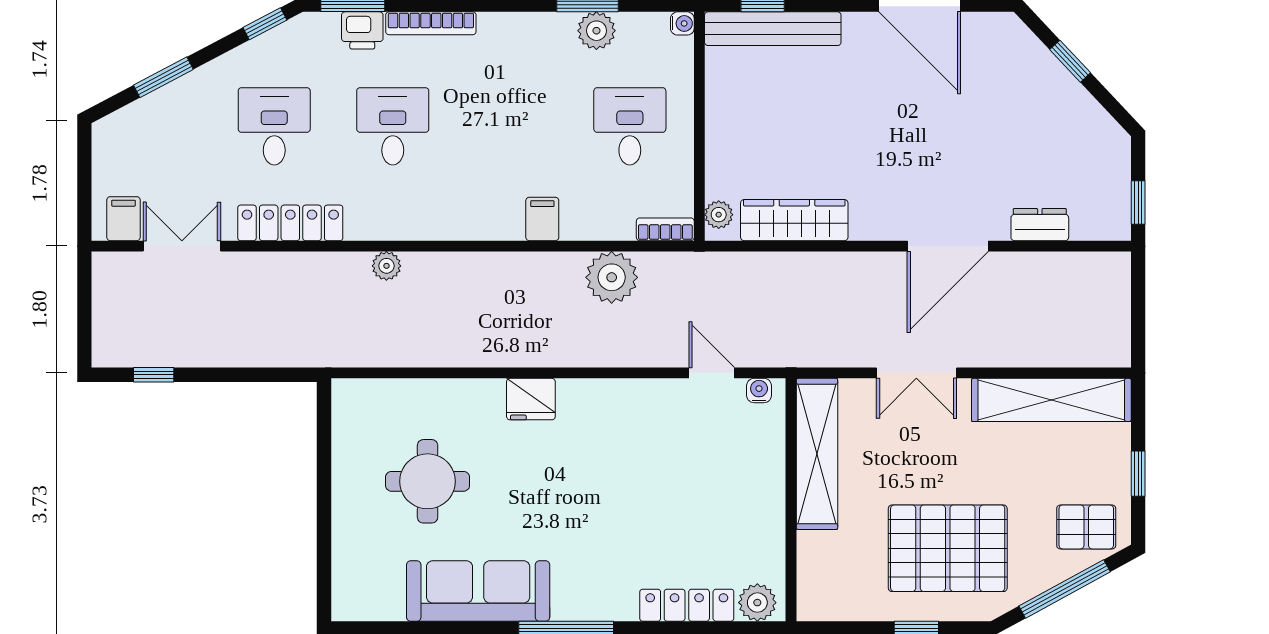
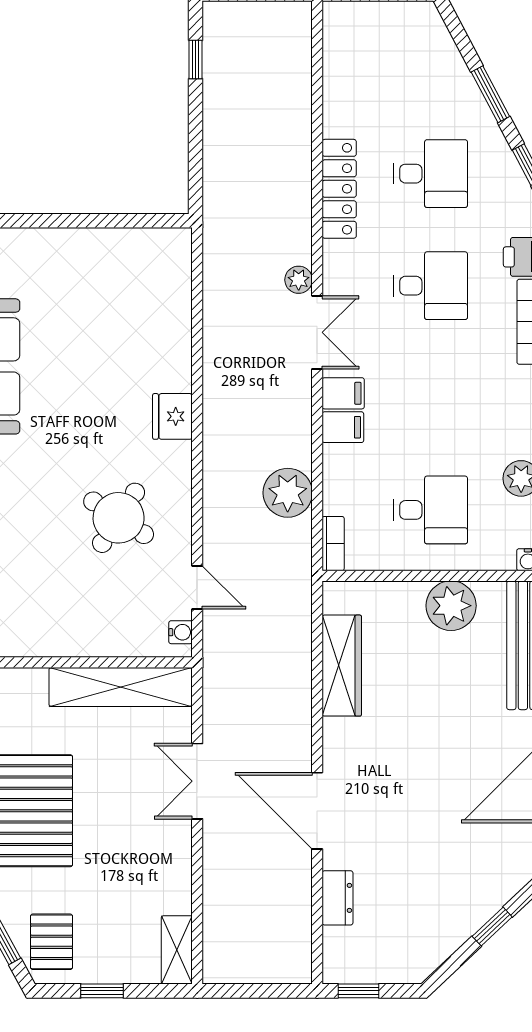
window: (163, 77) -> (490, 94), moved
plant: (719, 215) -> (451, 606), moved, width x1.88, depth x1.88
filing cabinet: (123, 219) -> (343, 393), moved
double door: (182, 246) -> (317, 332), moved
door: (712, 373) -> (197, 588), hinge flipped
shelving: (1051, 400) -> (177, 950), width x0.45, depth x0.75
round table: (428, 481) -> (119, 518), moved, turned 33

